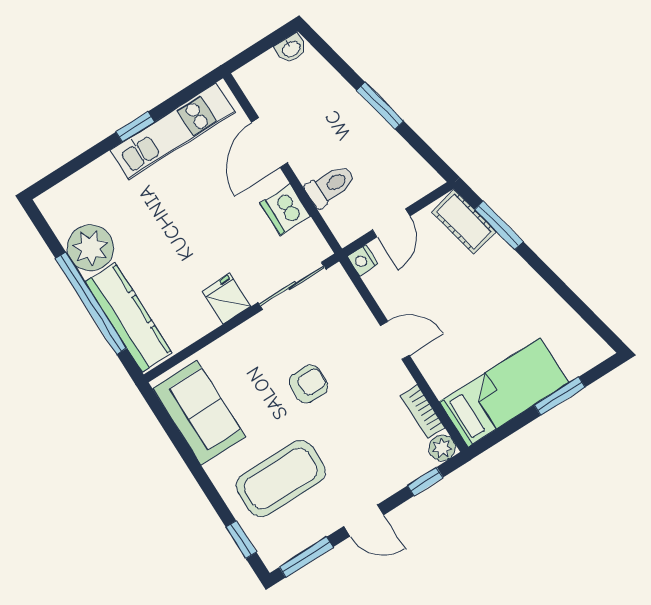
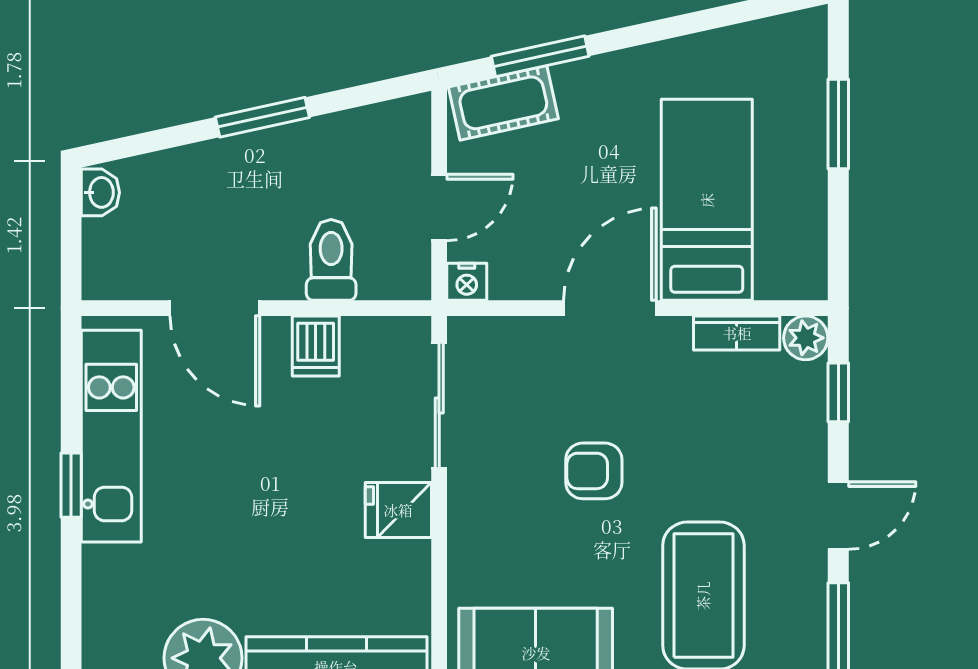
dishwasher: (285, 210) -> (316, 346), width x0.73
door: (391, 223) -> (439, 207), hinge flipped
door: (395, 340) -> (610, 308), width x1.38
armchair: (308, 384) -> (594, 471), turned -90
bed: (504, 392) -> (707, 200), moved

